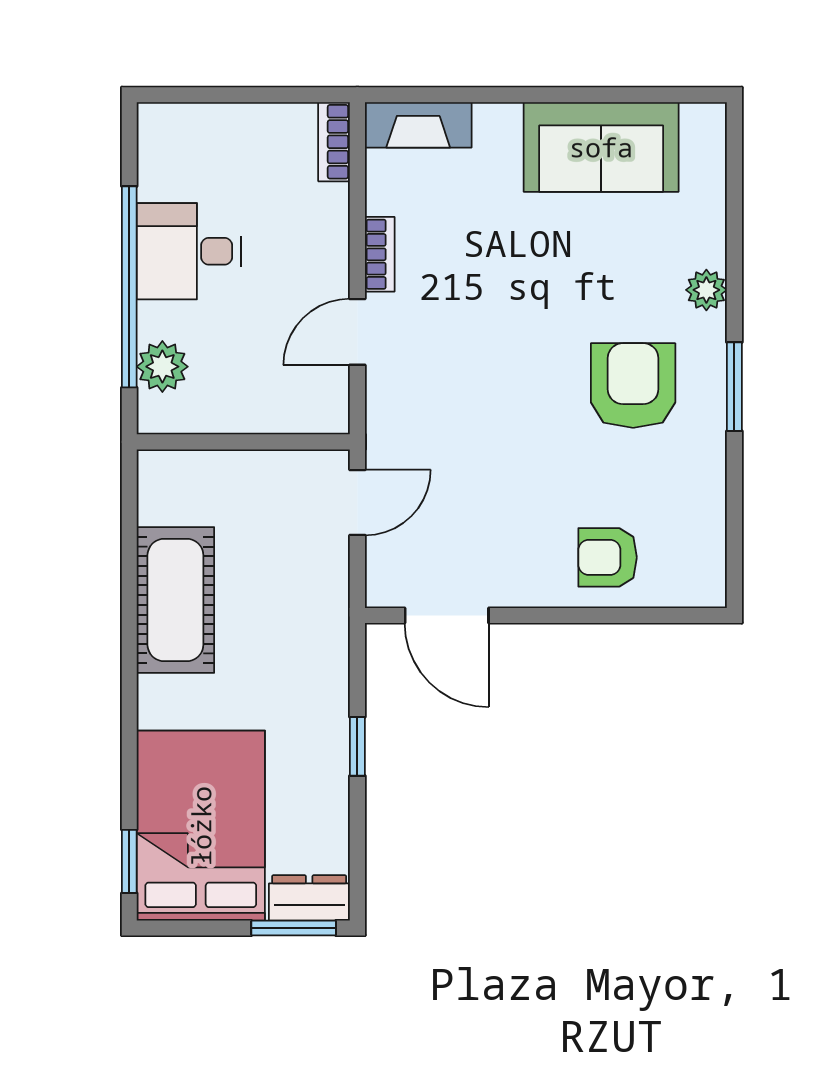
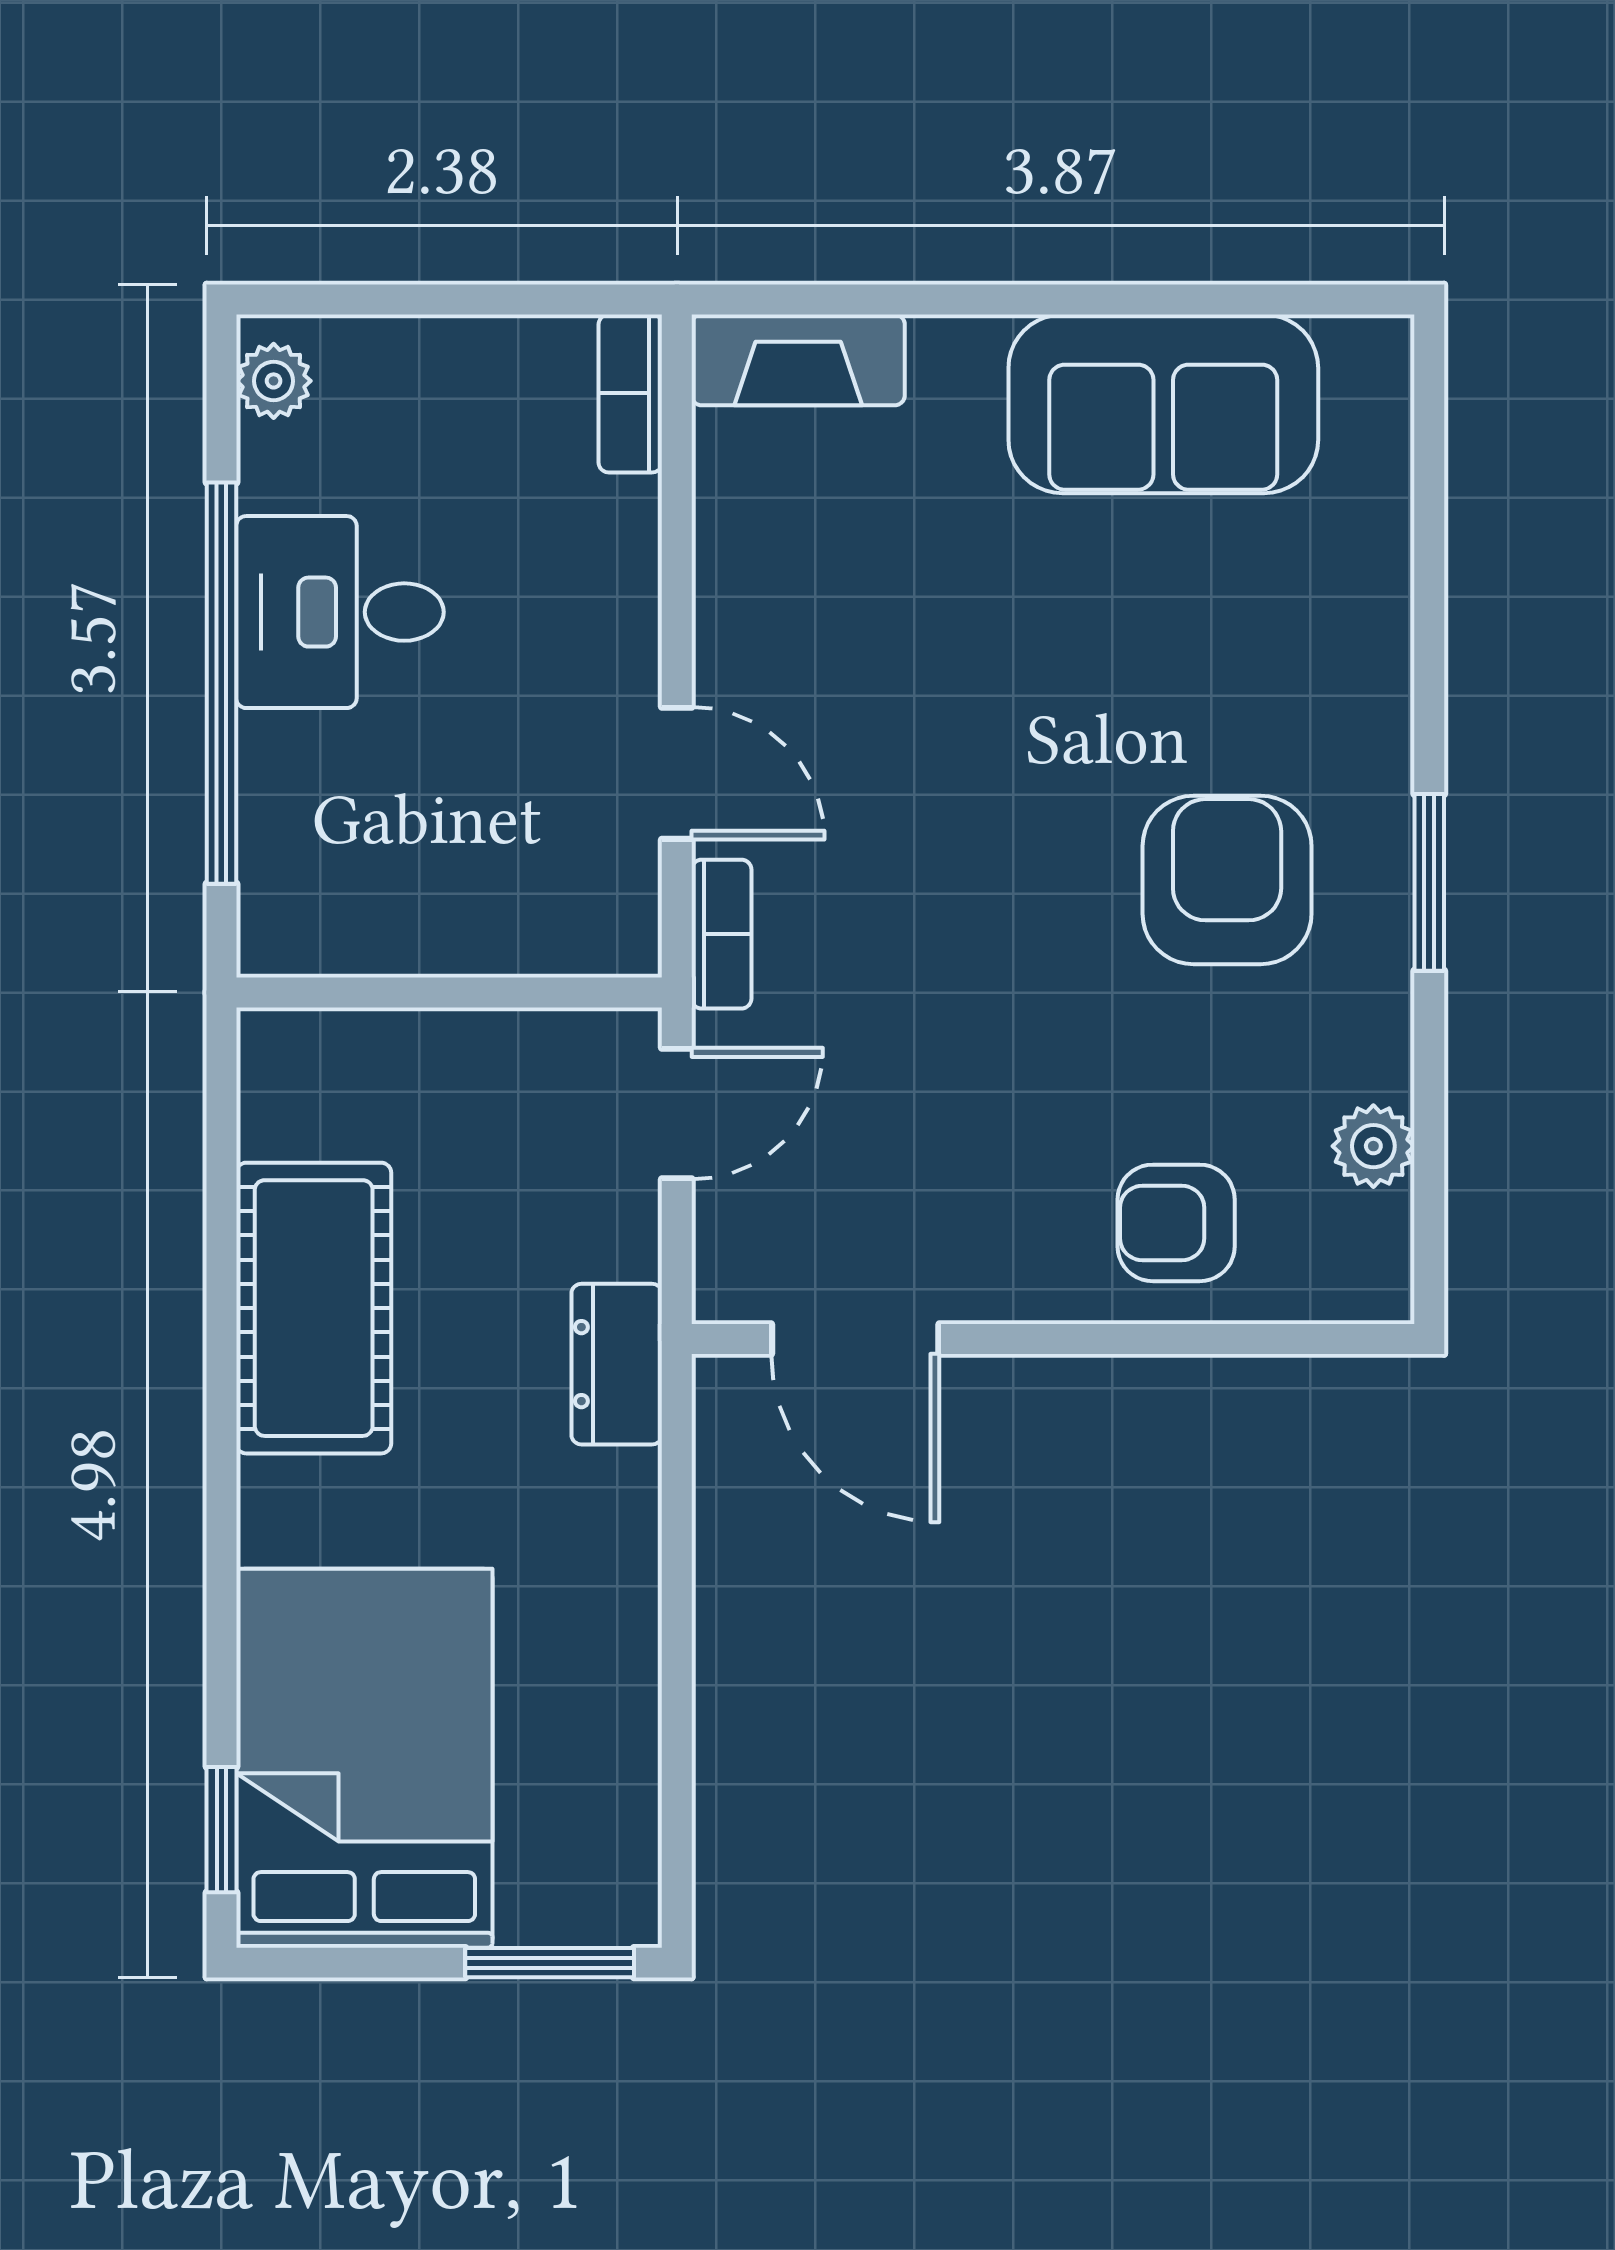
bookcase: (380, 254) -> (721, 934), moved
plant: (706, 290) -> (1373, 1146), moved
door: (357, 332) -> (677, 773), swing flipped
plant: (162, 367) -> (274, 381), moved, width x0.73, depth x0.73
window: (357, 746) -> (677, 1600), removed
dresser: (309, 898) -> (617, 1364), moved, turned -90

